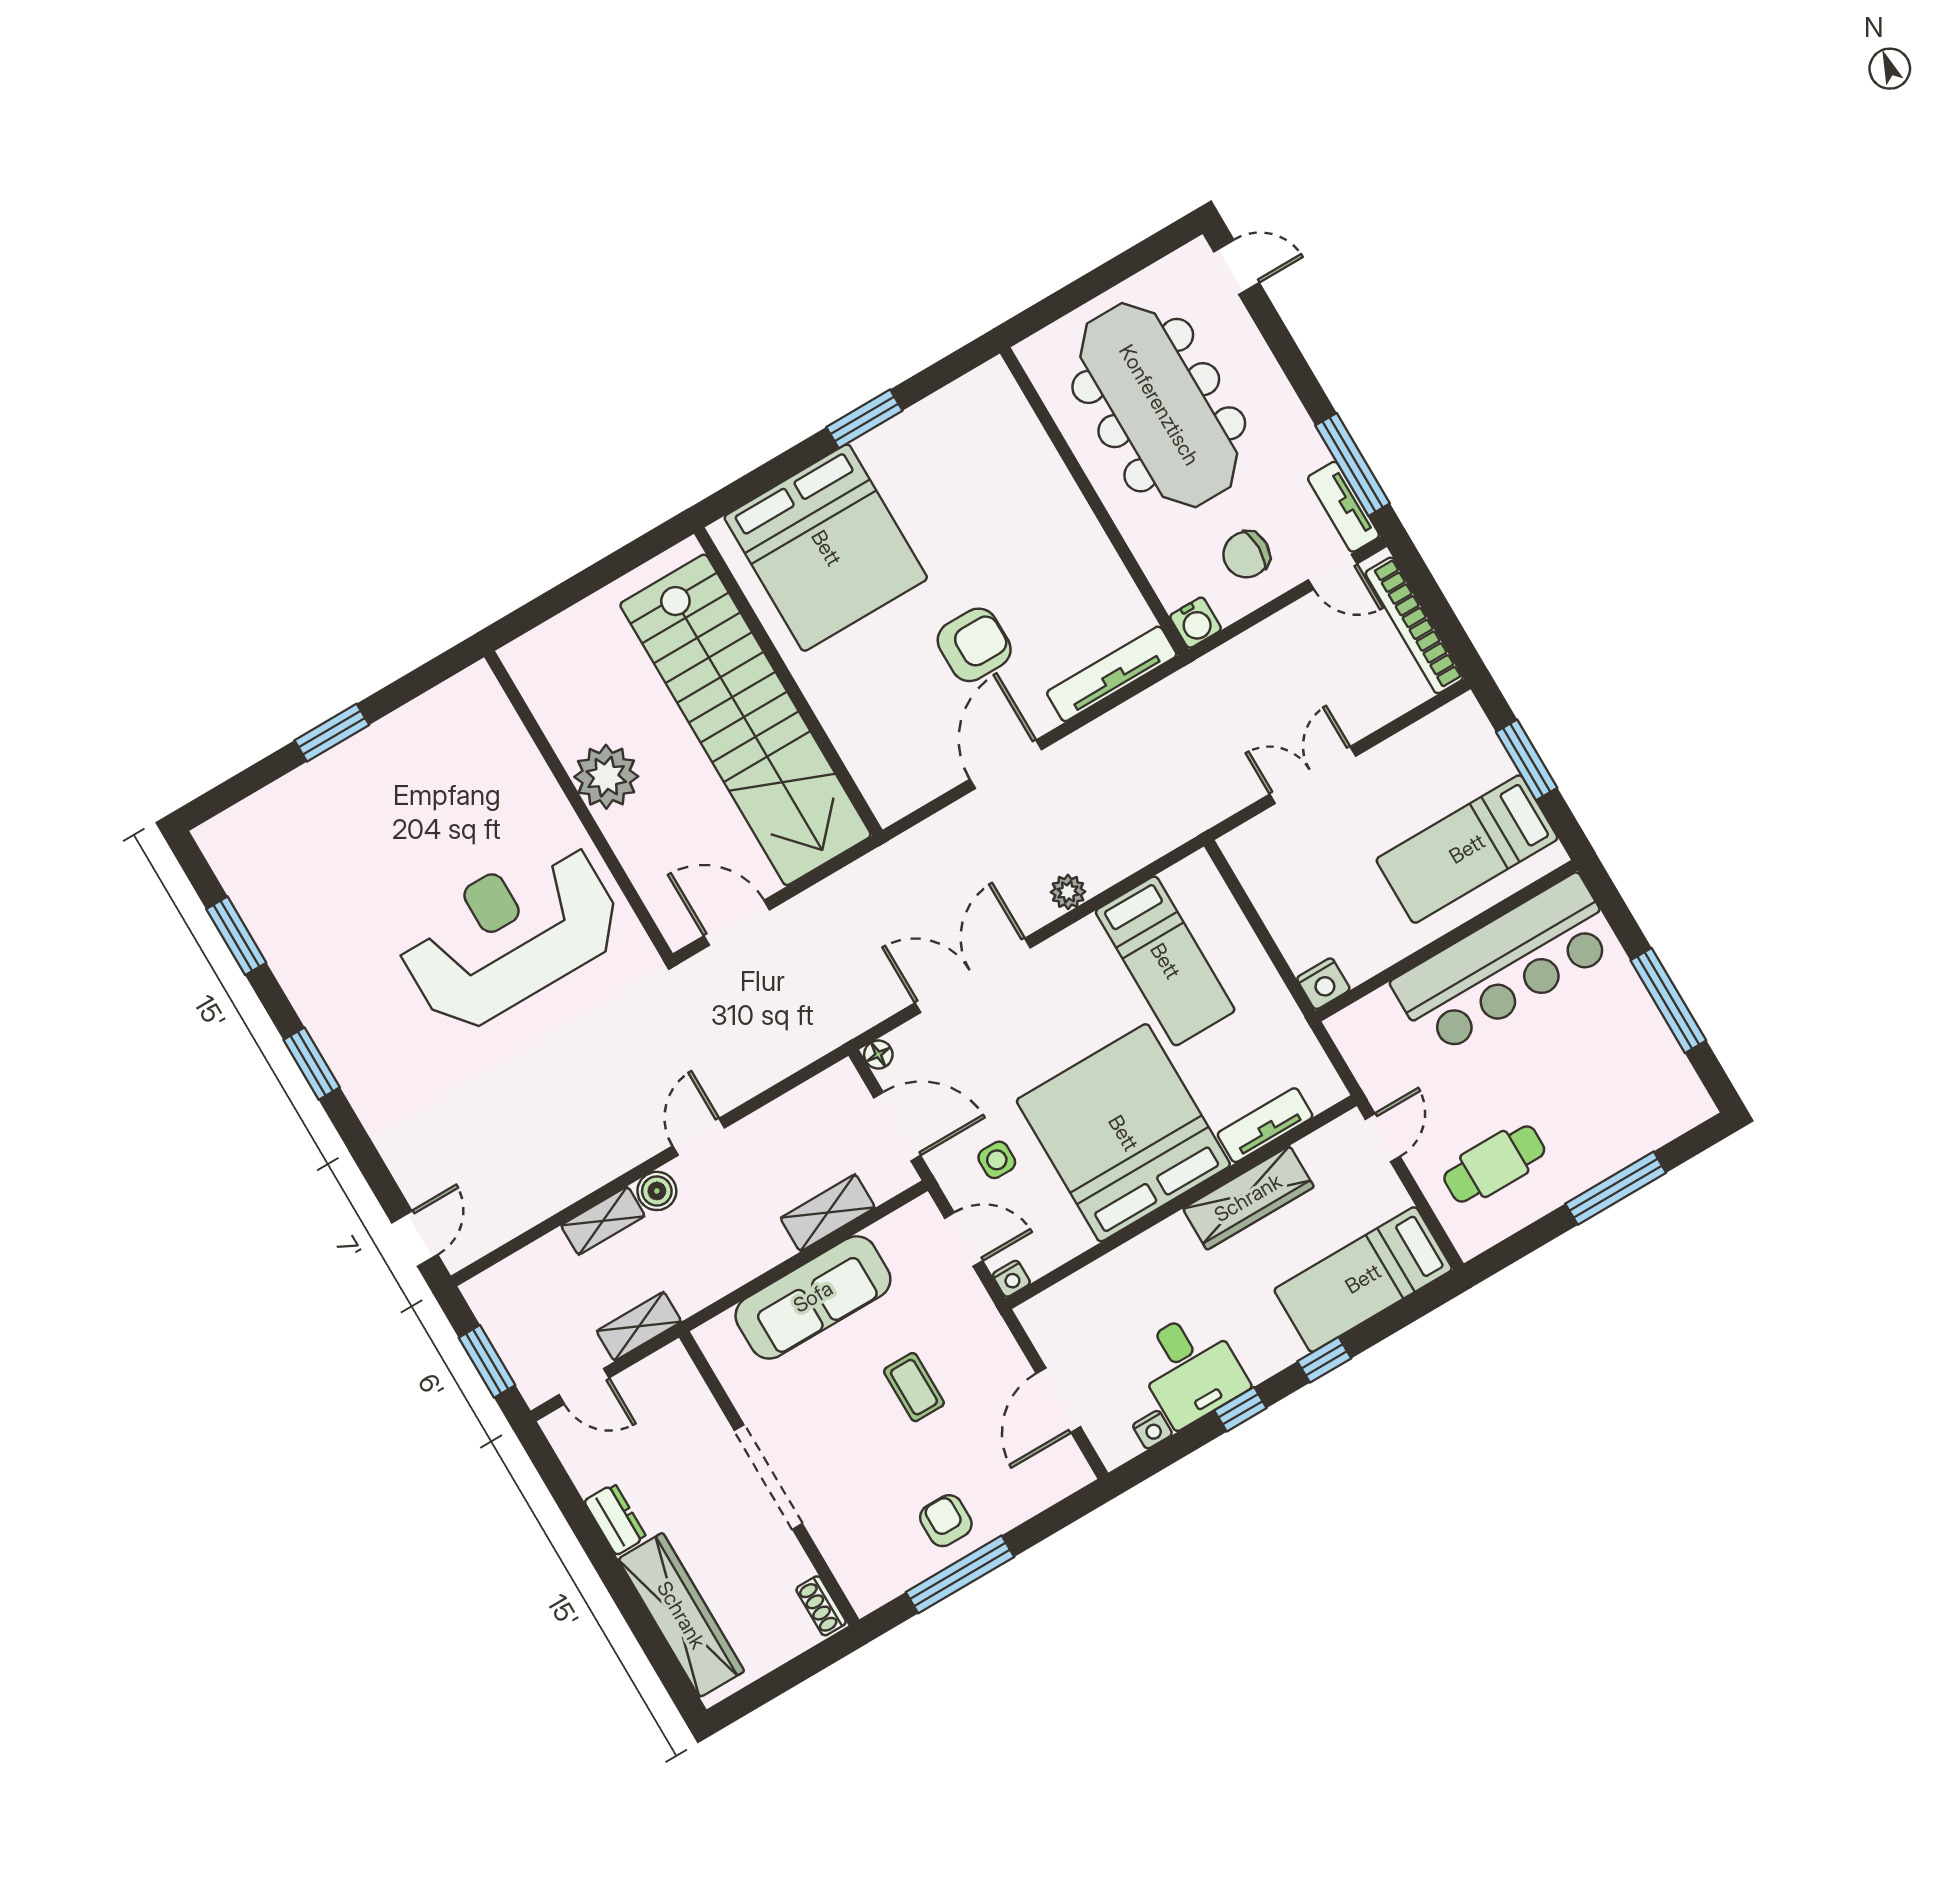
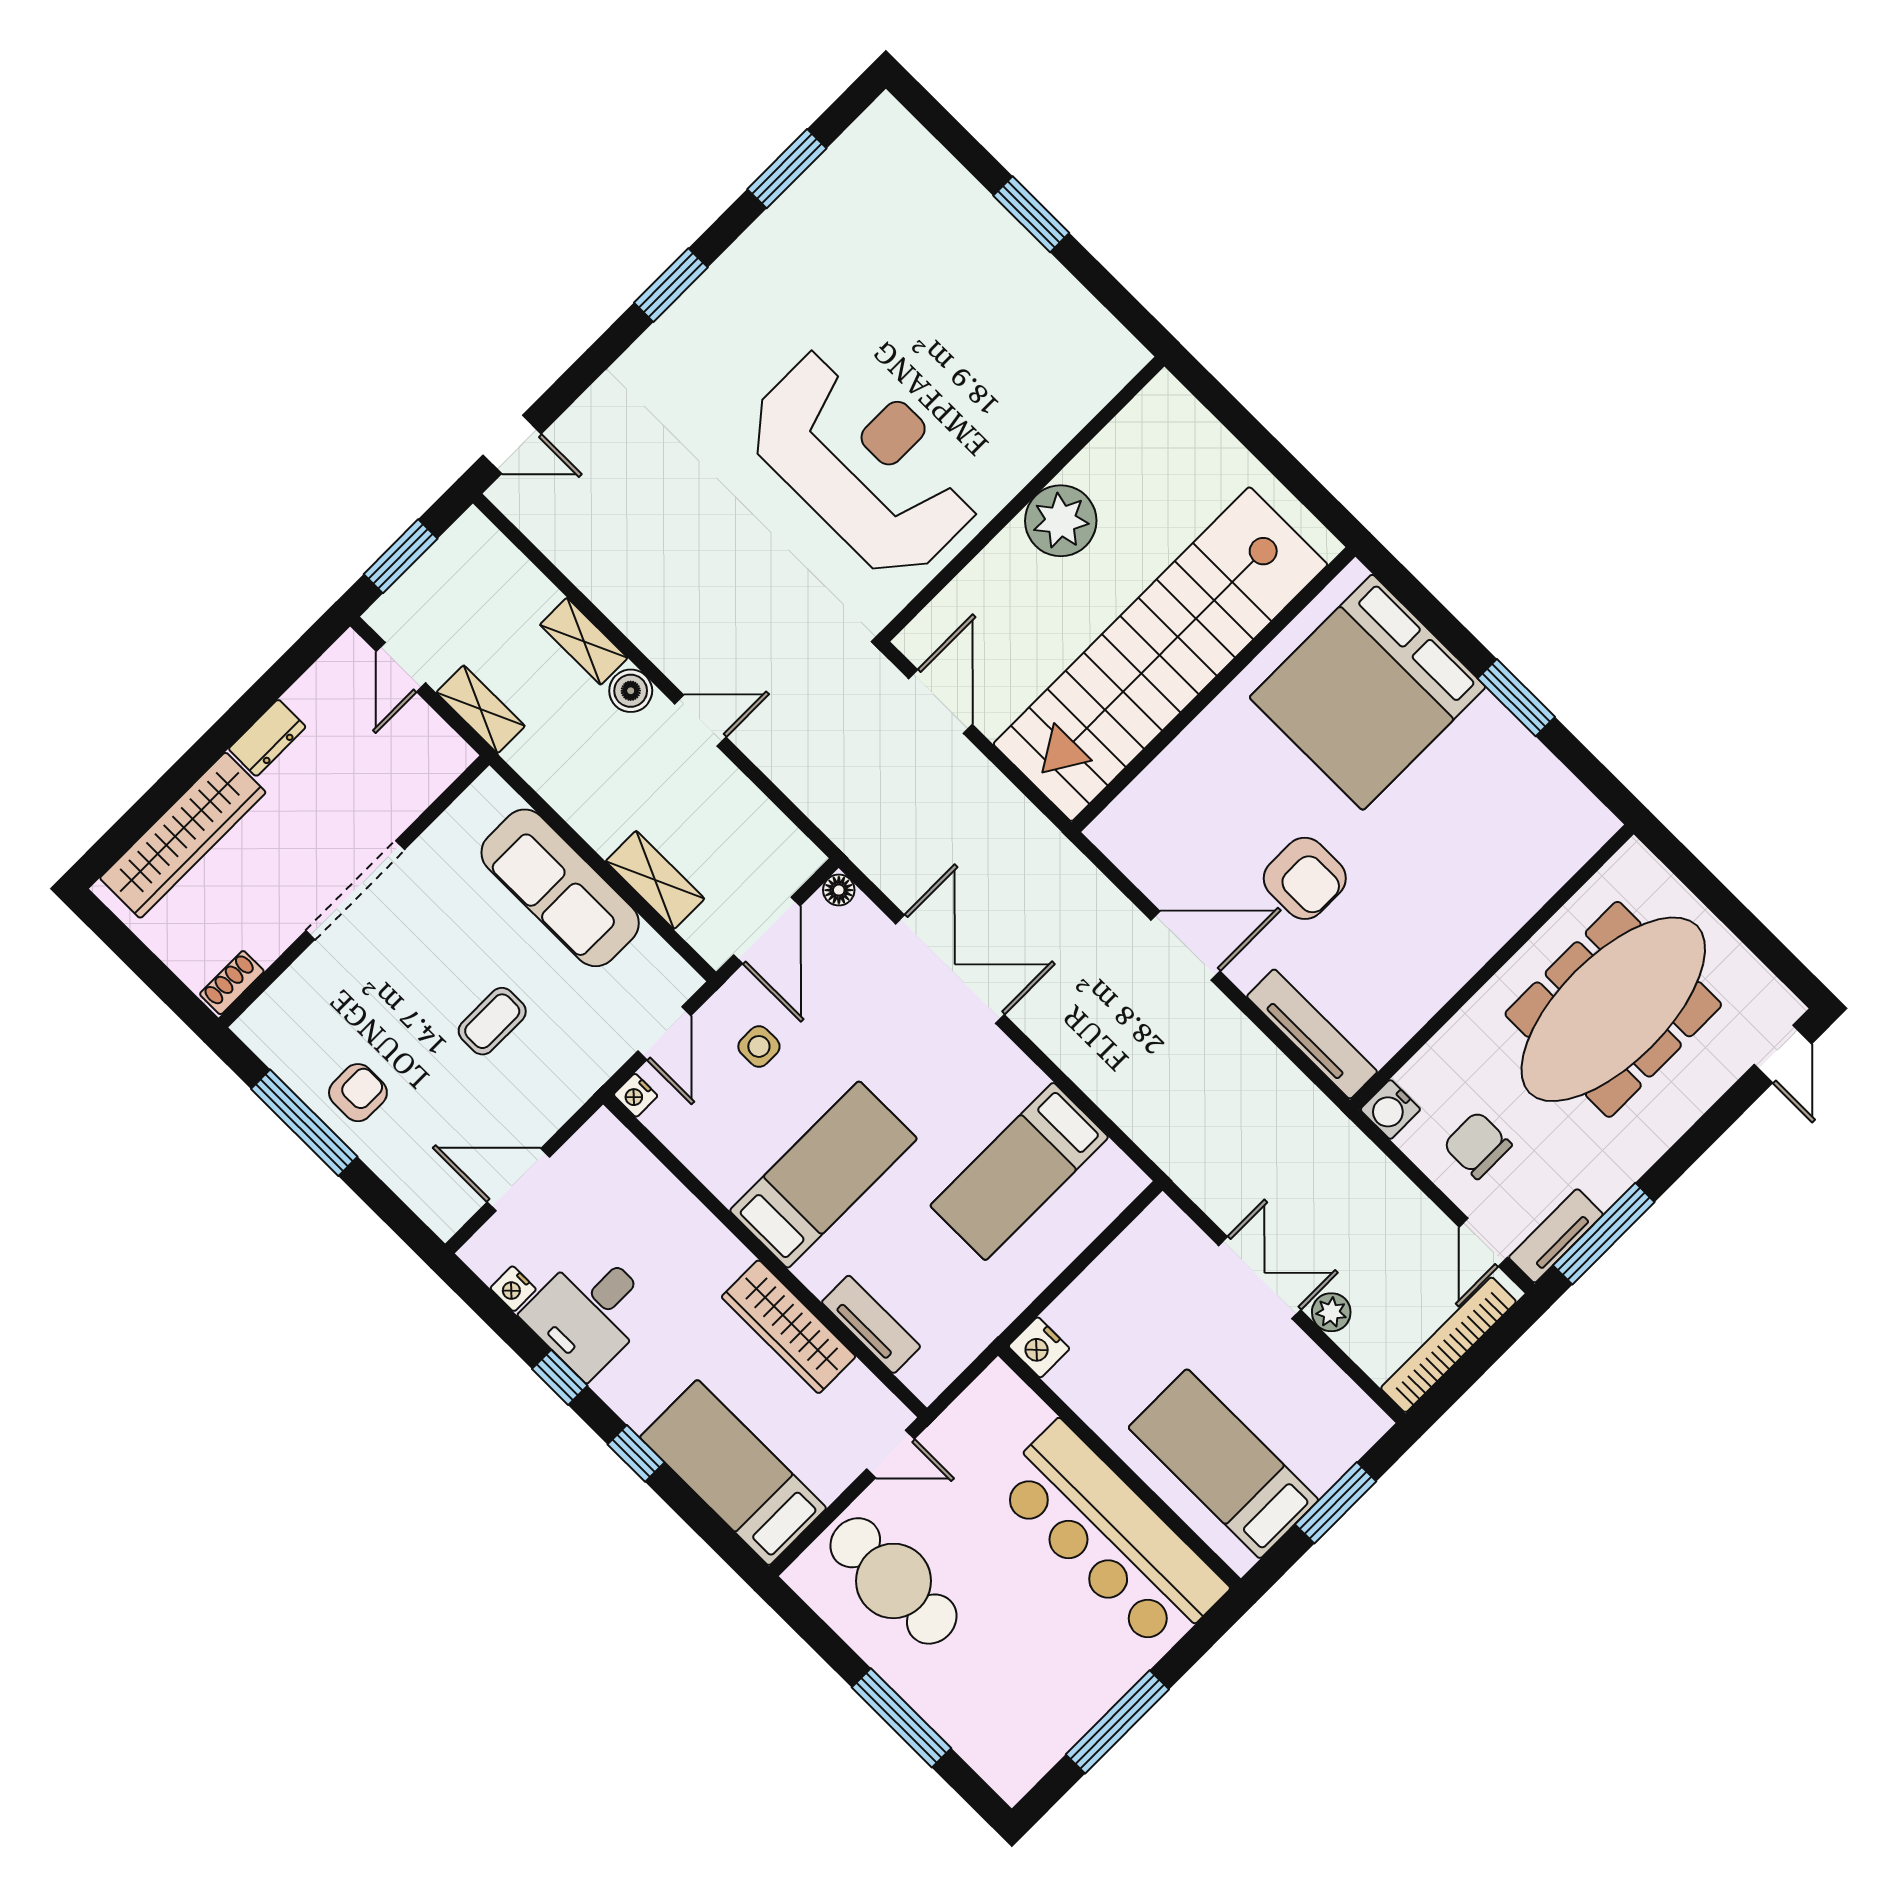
plant: (1068, 892) -> (1331, 1312), moved
bed: (1123, 1133) -> (823, 1175), width x0.49
cafe table: (1494, 1164) -> (893, 1581), width x1.37, depth x1.35

